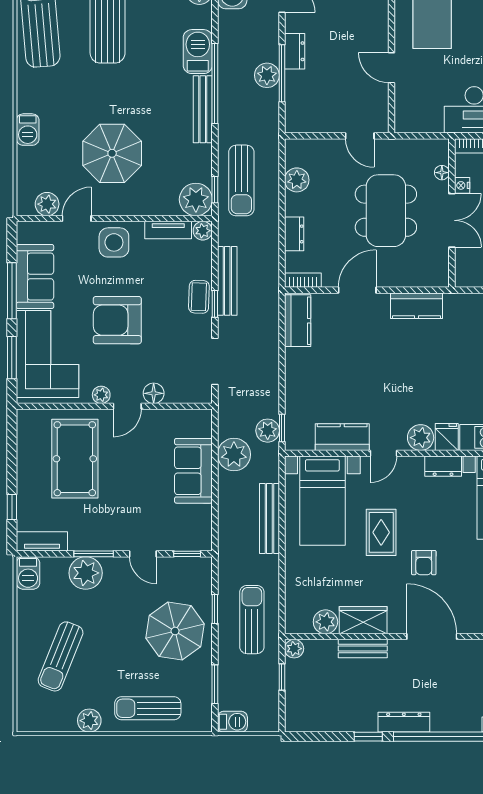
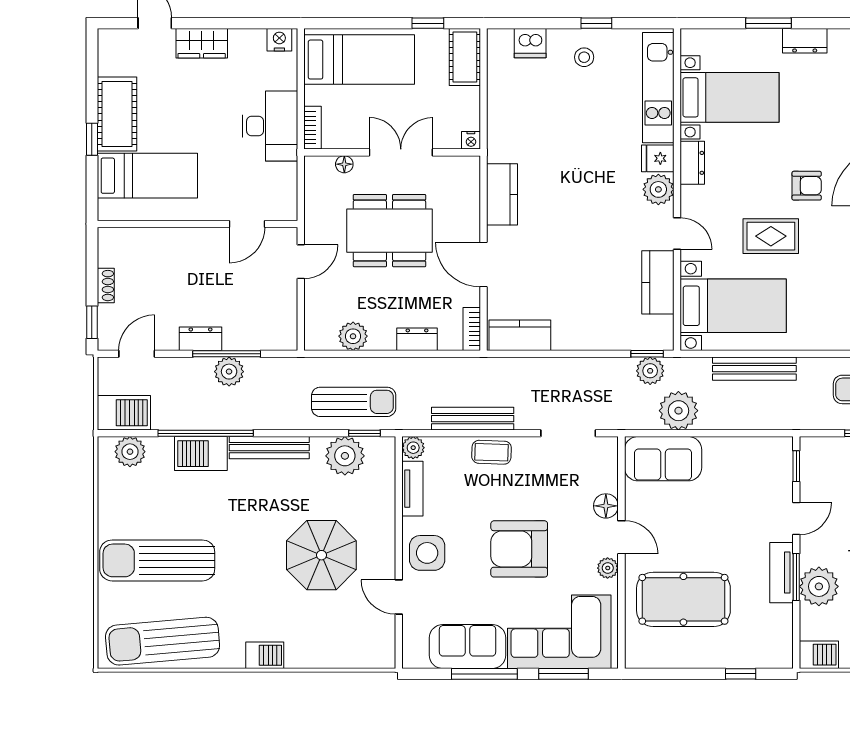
door: (392, 68) -> (247, 224), moved
window: (215, 83) -> (206, 433), moved
barbecue: (28, 130) -> (265, 655), moved
nightstand: (462, 185) -> (471, 140), moved
plant: (196, 199) -> (345, 456), moved
plant: (47, 204) -> (382, 632), removed
window: (215, 304) -> (500, 433), removed
armchair: (117, 320) -> (519, 549), turned 90
sofa: (193, 471) -> (663, 459), moved
tv unit: (42, 541) -> (781, 573), moved

